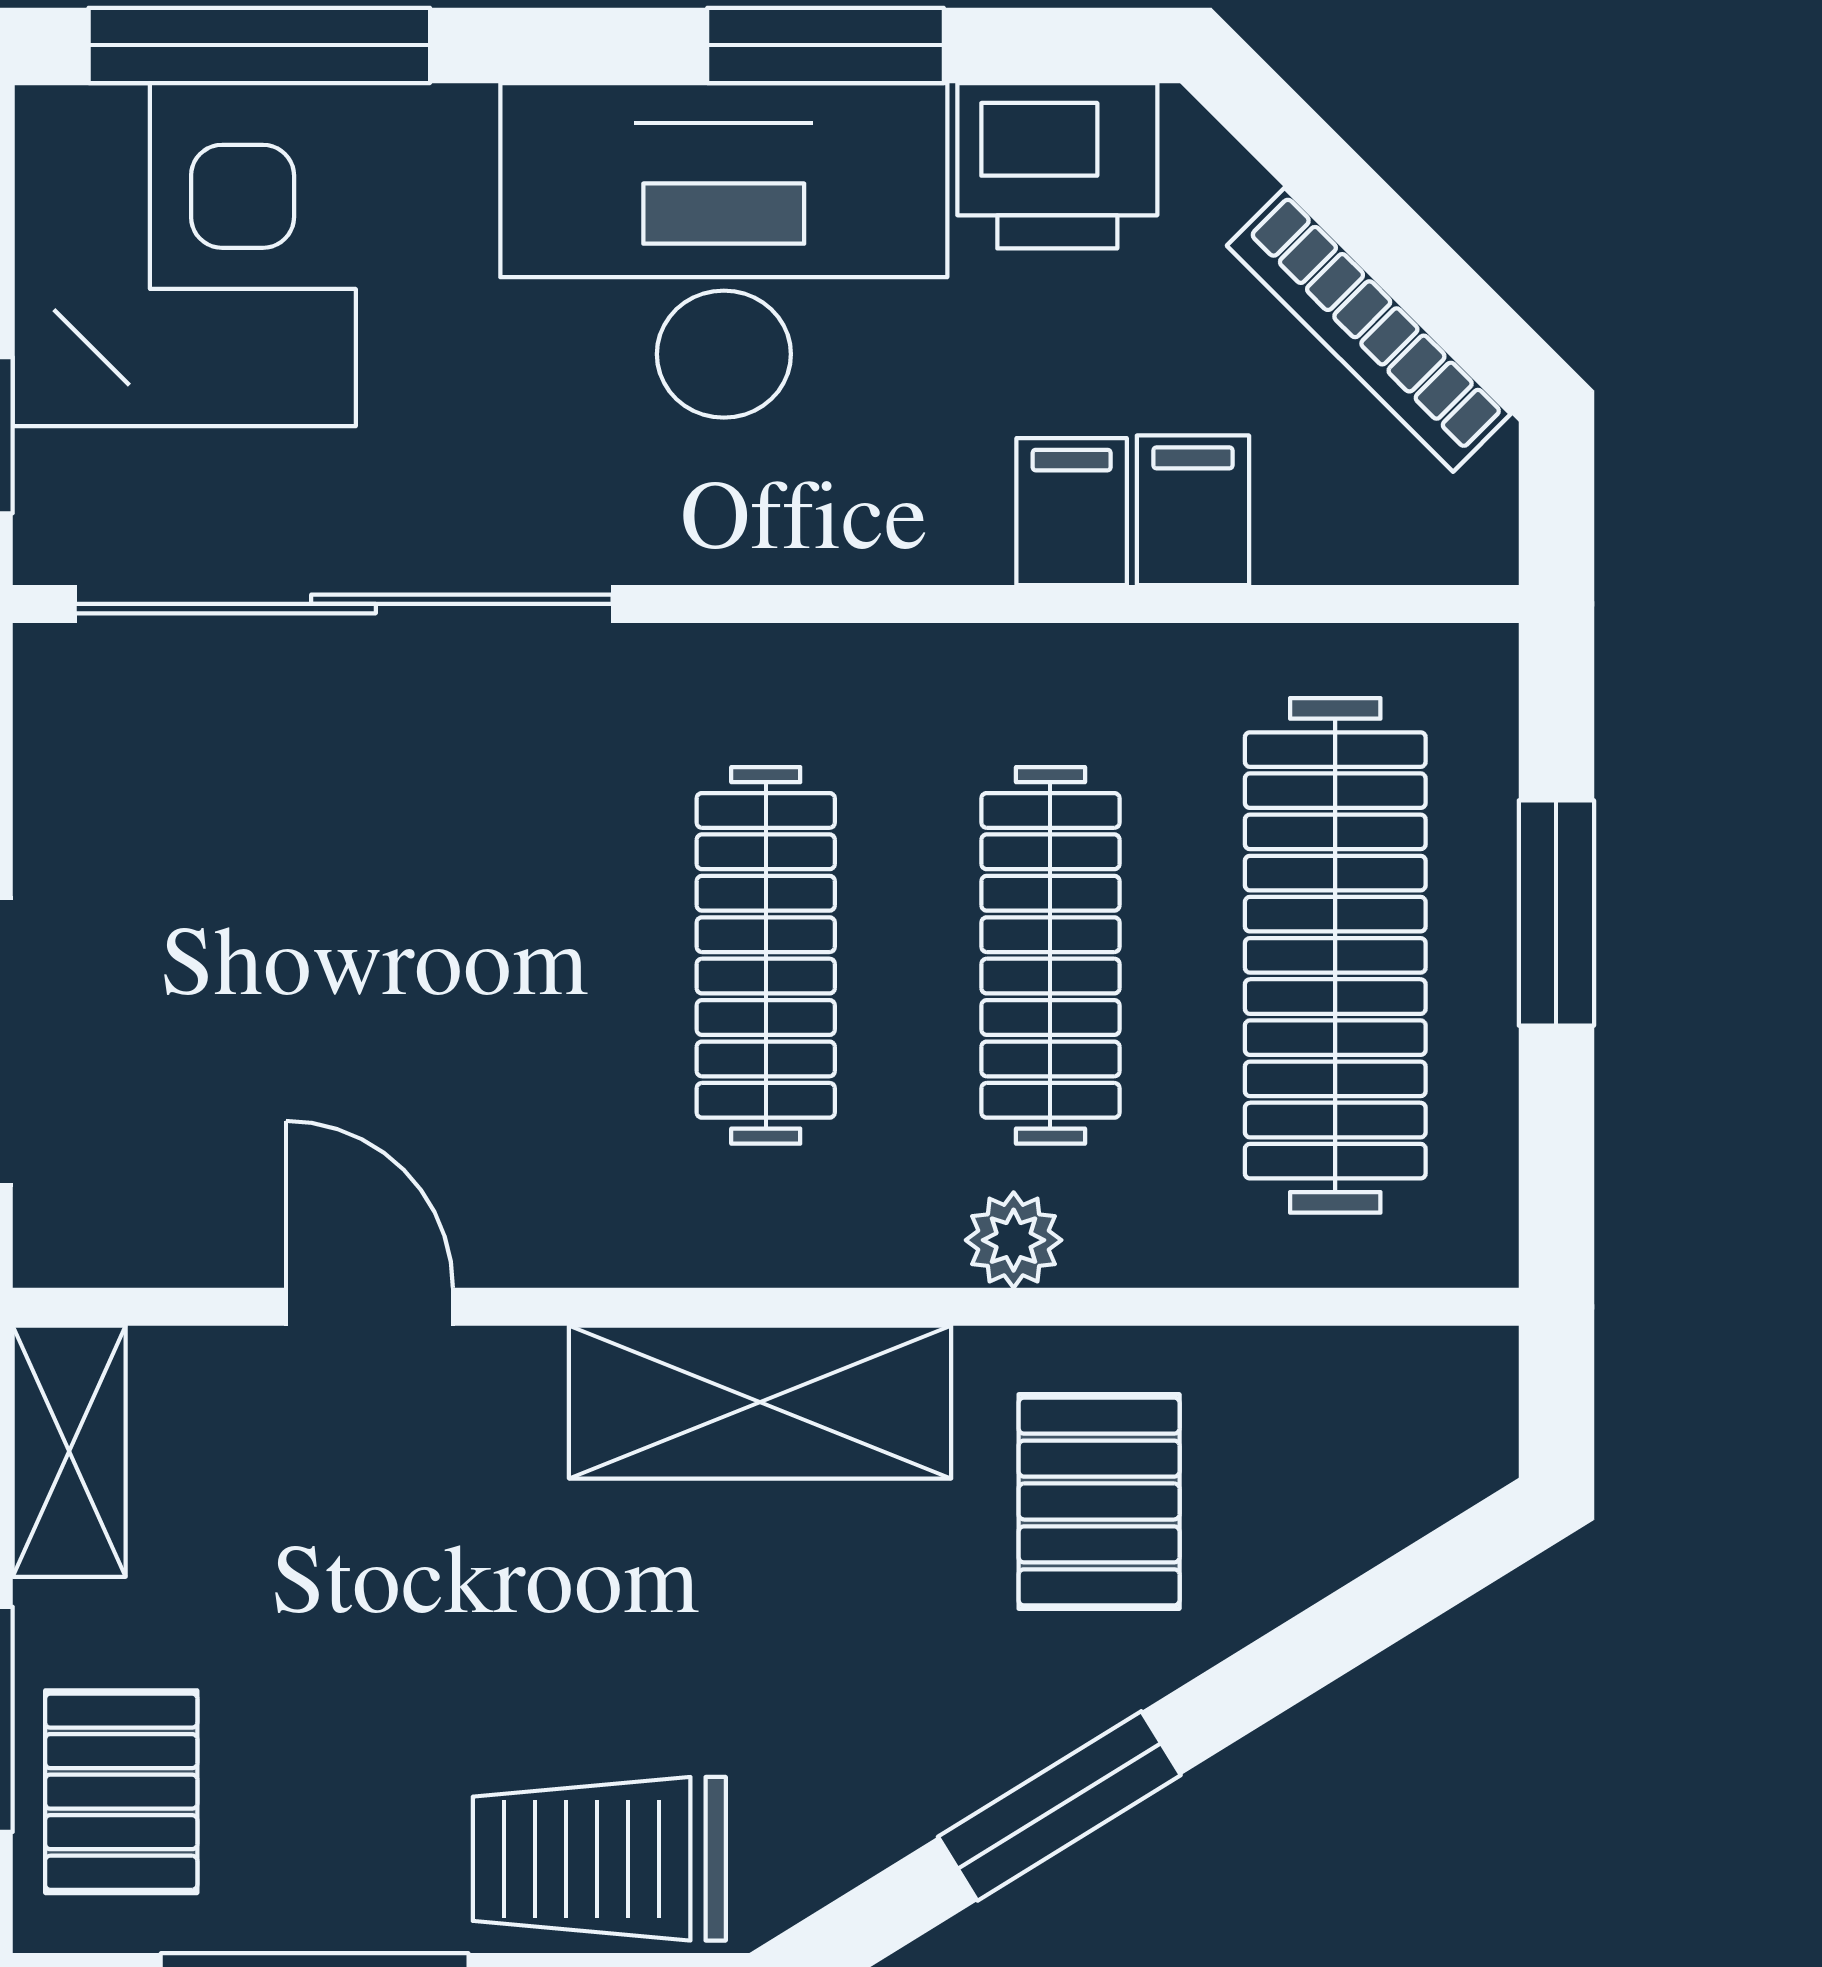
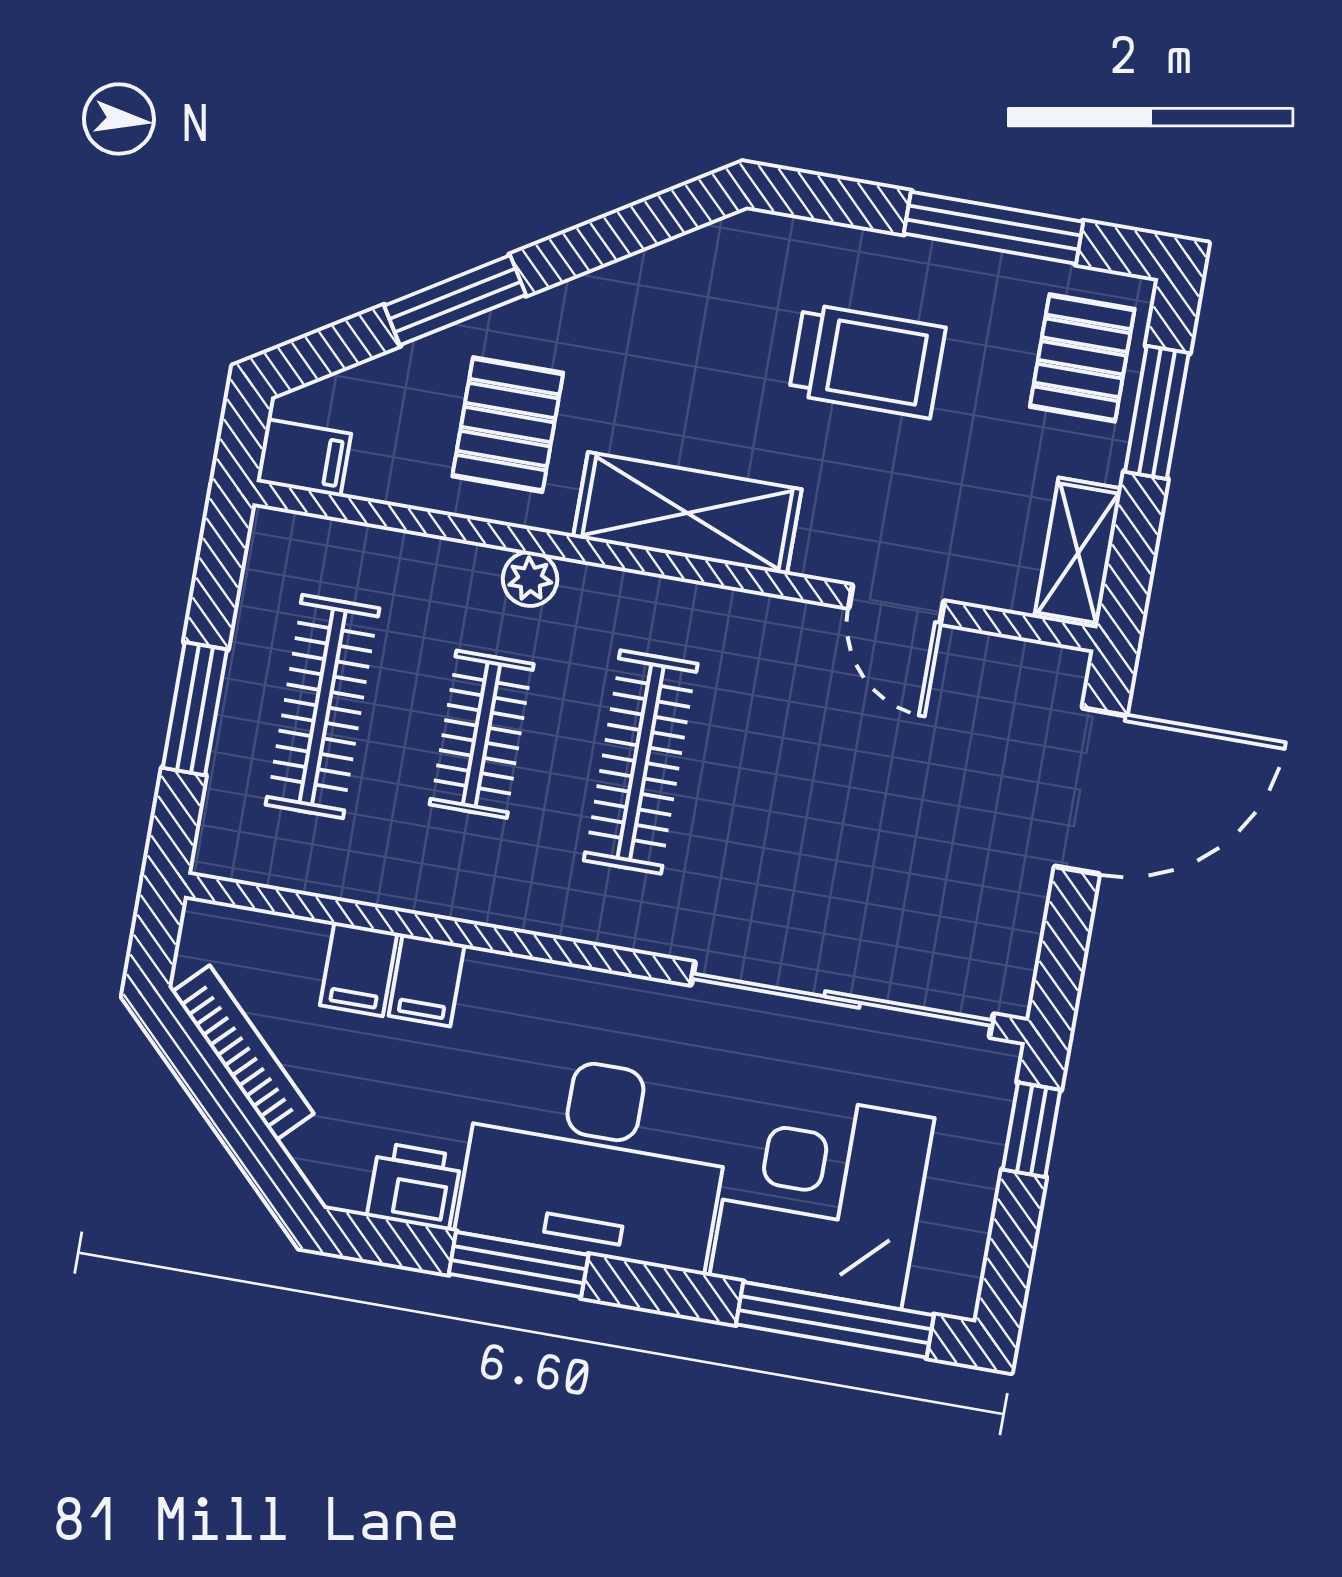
printer: (1057, 166) -> (414, 1186), width x0.73, depth x0.81
corner desk: (184, 255) -> (822, 1197), moved, turned 90
clothes rail: (1050, 955) -> (482, 734), width x0.73
clothes rail: (1335, 955) -> (323, 707), width x0.73, depth x0.76
filing cabinet: (1444, 1382) -> (304, 458), added
window: (1059, 1806) -> (455, 300), moved
trolley: (599, 1859) -> (867, 361), moved

